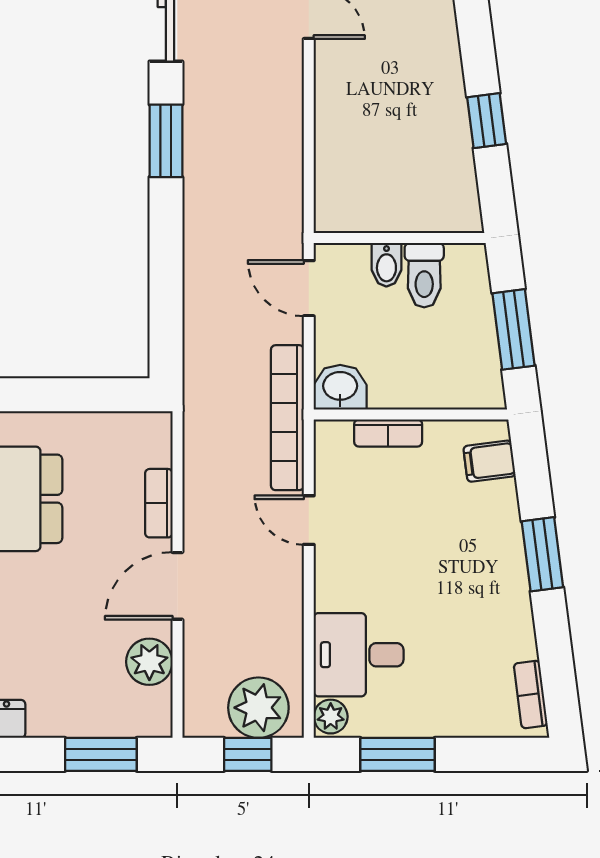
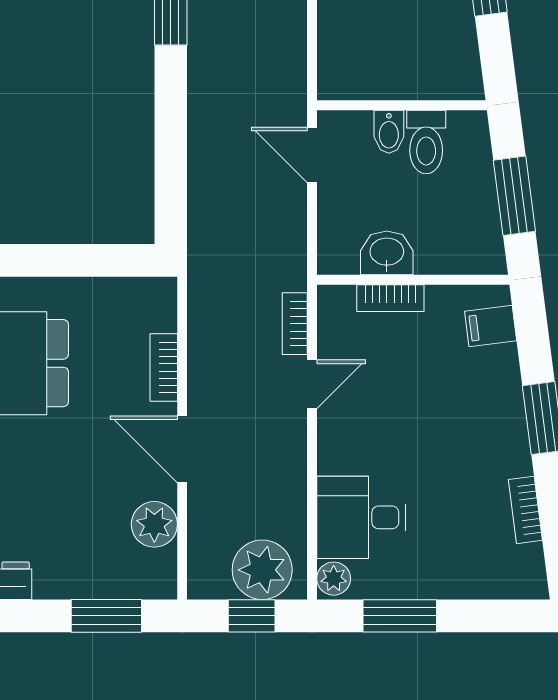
washbasin: (340, 387) -> (387, 253), moved
bookcase: (287, 418) -> (295, 324), width x0.43, depth x0.76
door: (309, 520) -> (312, 384), swing flipped
door: (177, 586) -> (182, 449), hinge flipped
bookcase: (531, 694) -> (525, 510), moved

